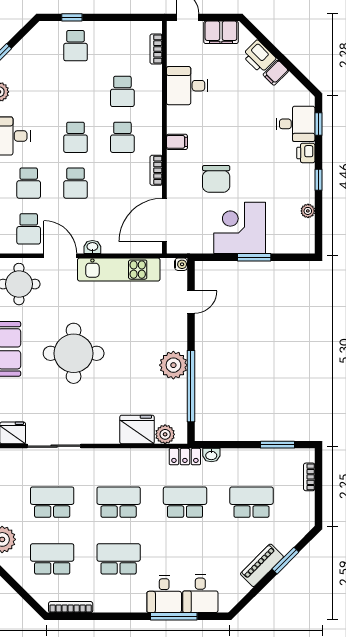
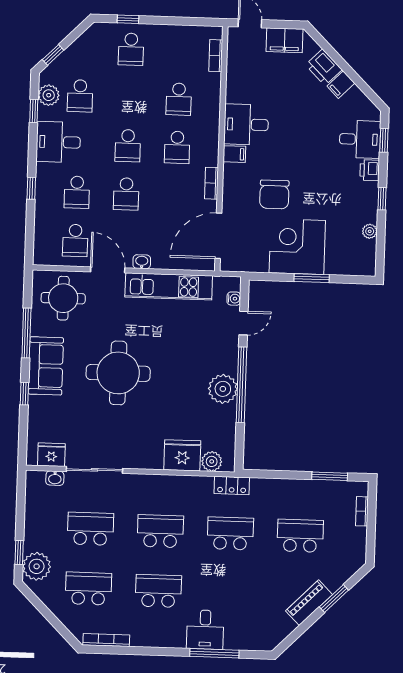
desk: (187, 86) -> (246, 125), moved
school desk: (29, 91) -> (80, 96), added
water cooler: (181, 264) -> (234, 299), moved
window: (191, 386) -> (241, 385), moved
washbasin: (211, 455) -> (55, 478), moved
desk: (200, 594) -> (243, 631), removed

